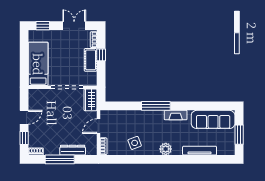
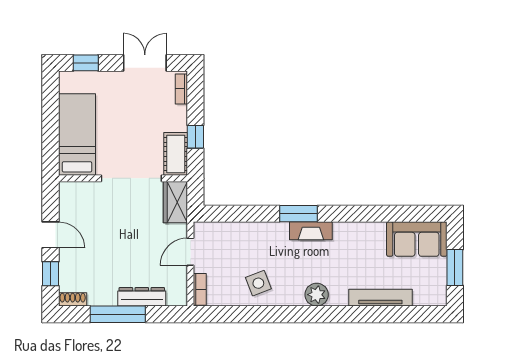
window: (101, 55) -> (195, 137), moved
cot: (91, 60) -> (176, 154), moved
window: (156, 106) -> (299, 214), width x0.69
fireplace: (176, 115) -> (311, 231), moved
door: (24, 117) -> (51, 235), hinge flipped
sofa: (213, 119) -> (417, 239), width x0.73

